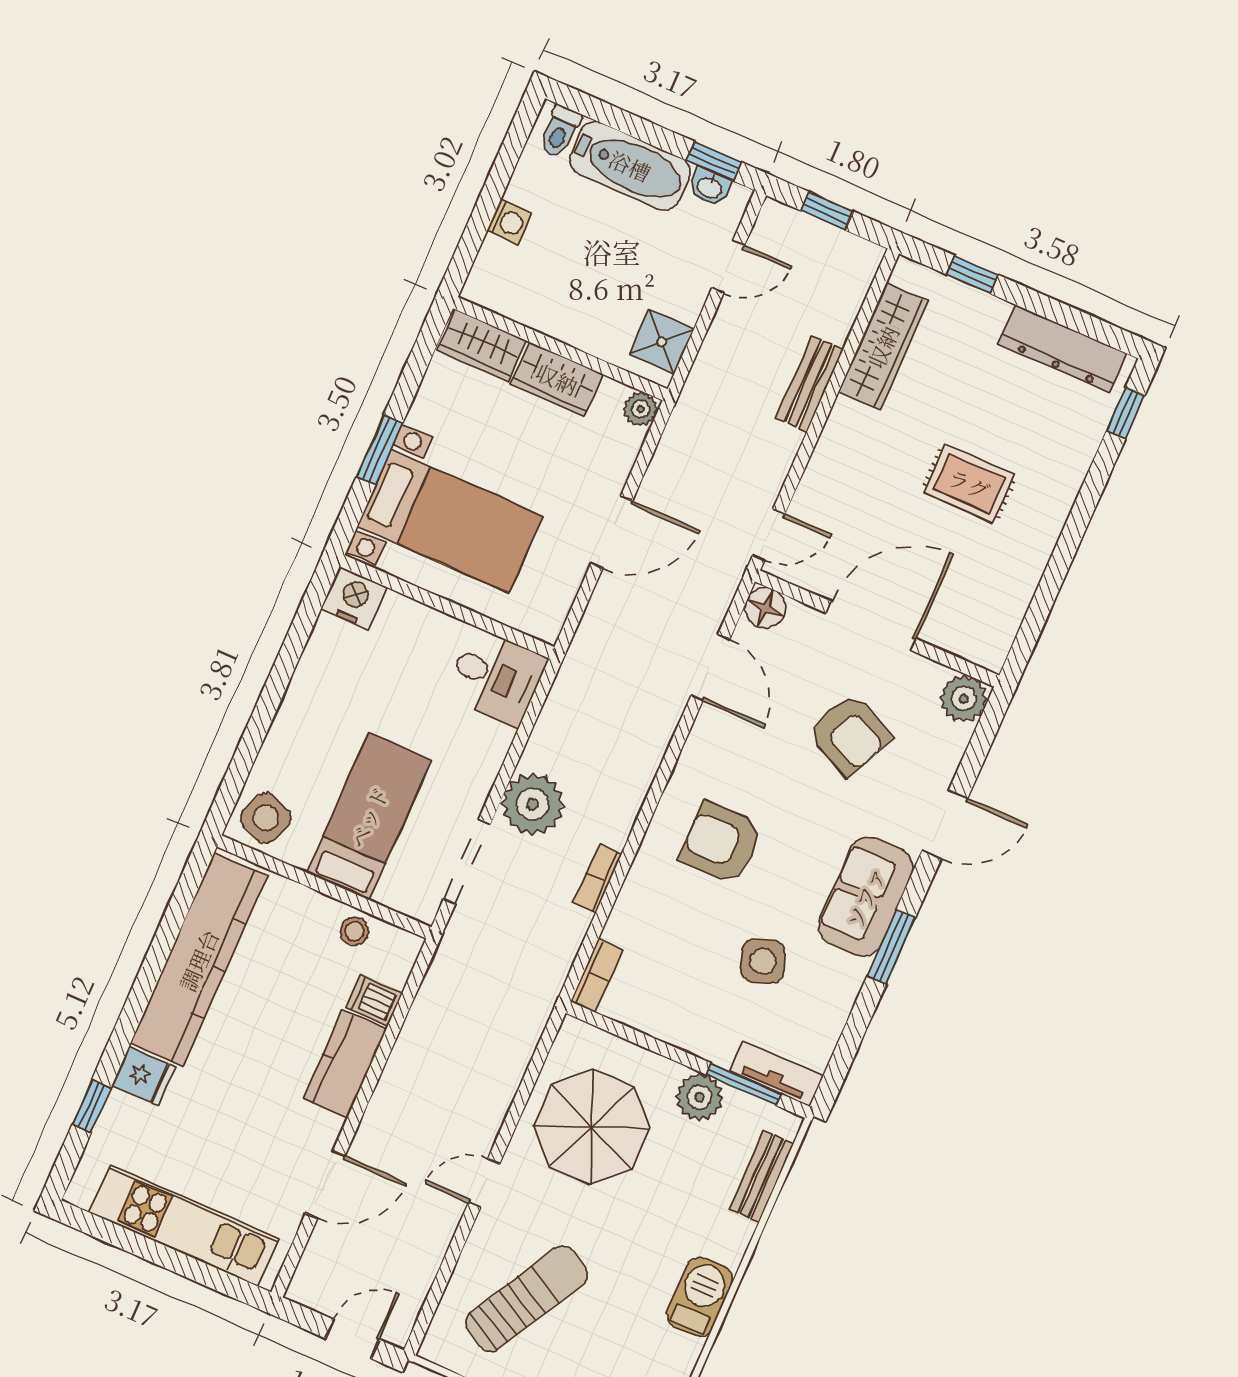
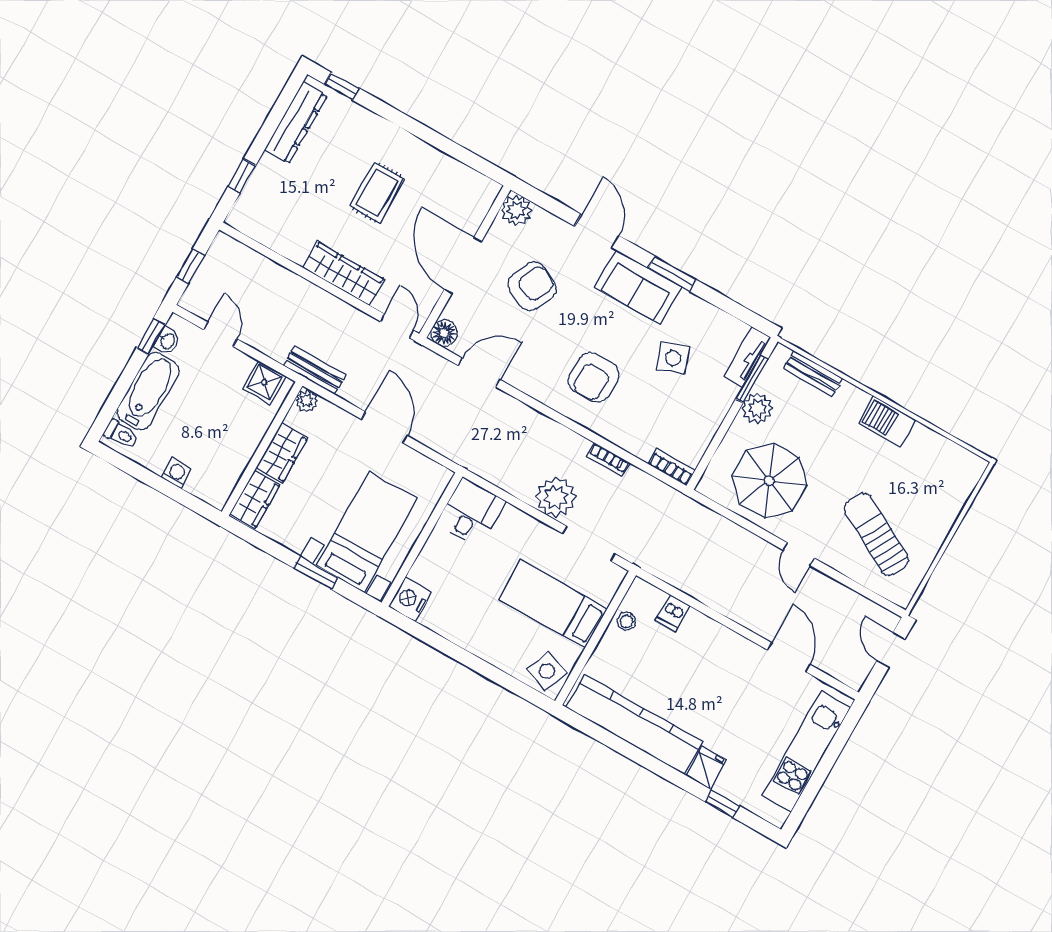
wardrobe: (883, 347) -> (344, 274), moved
bench: (810, 384) -> (314, 370), moved
kitchen counter: (345, 1064) -> (712, 637), removed

